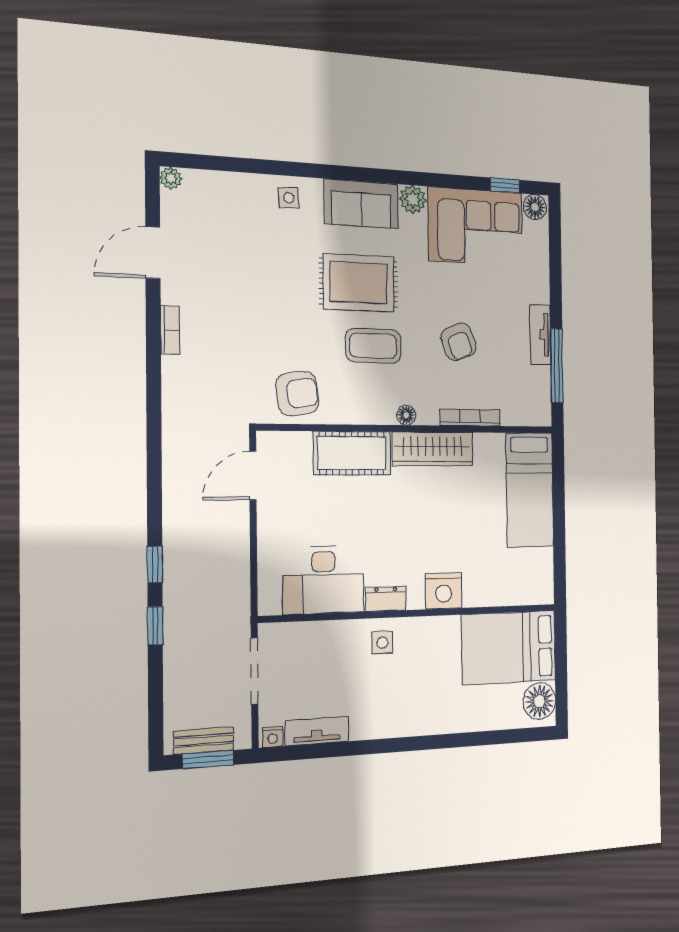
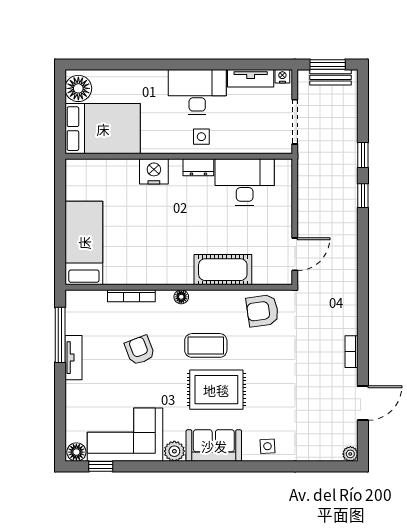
wardrobe: (433, 449) -> (161, 273), removed
desk: (389, 706) -> (197, 92), added

